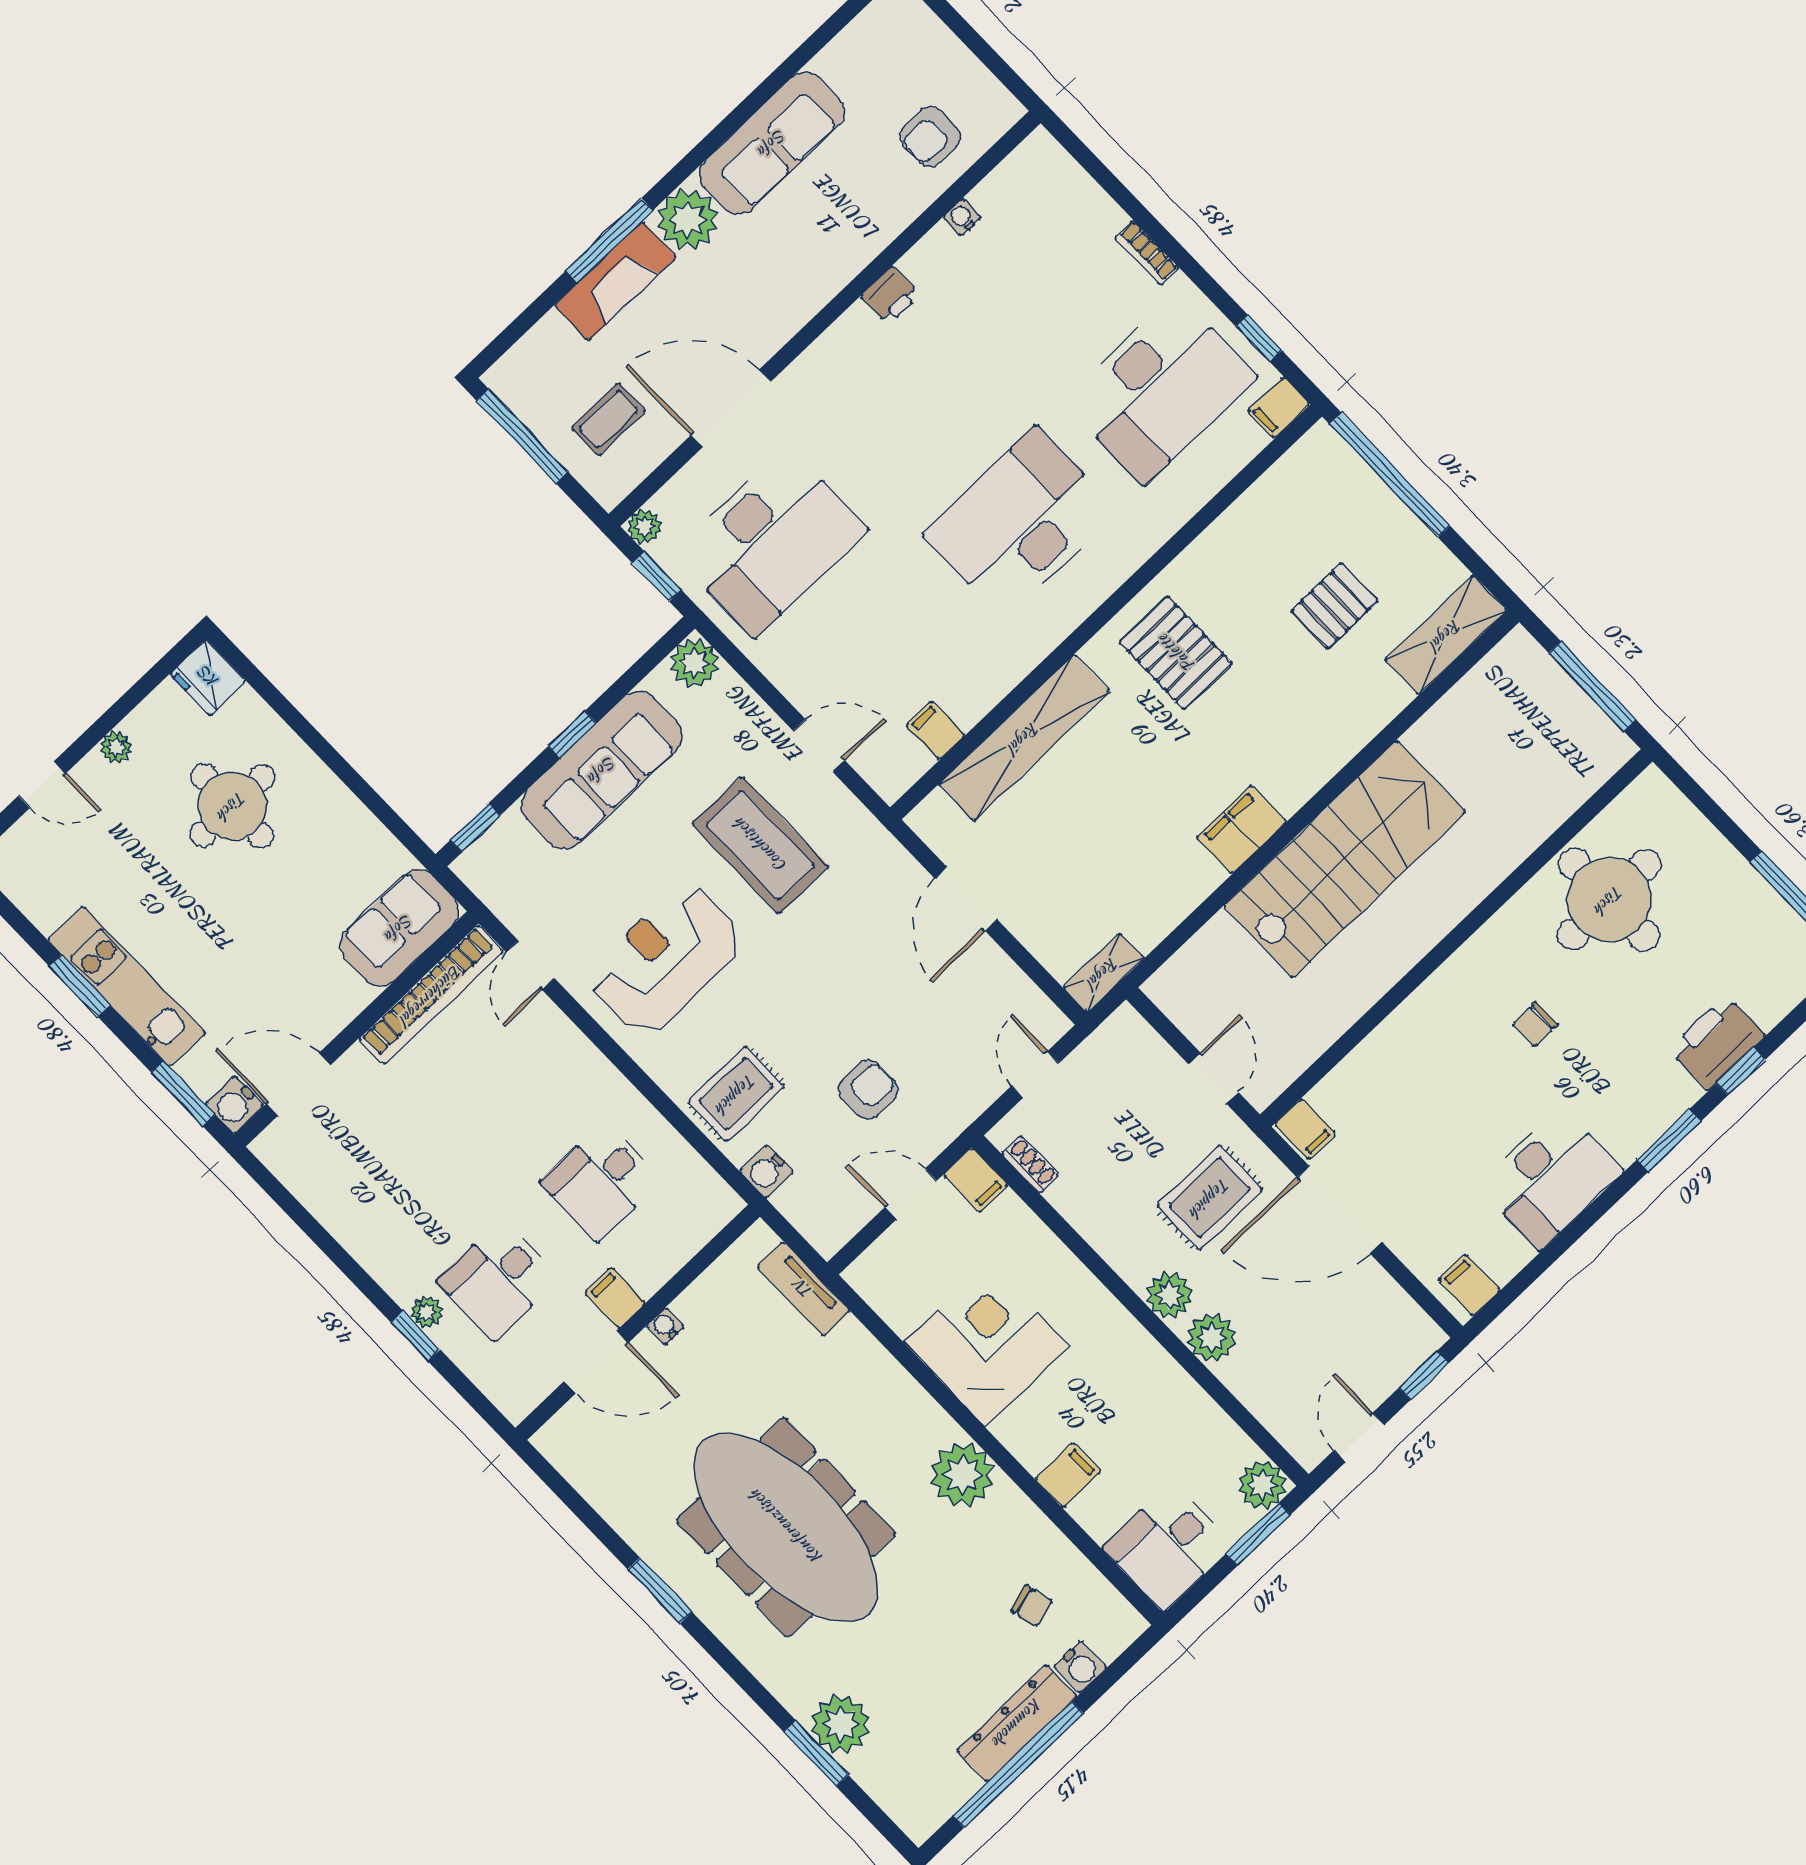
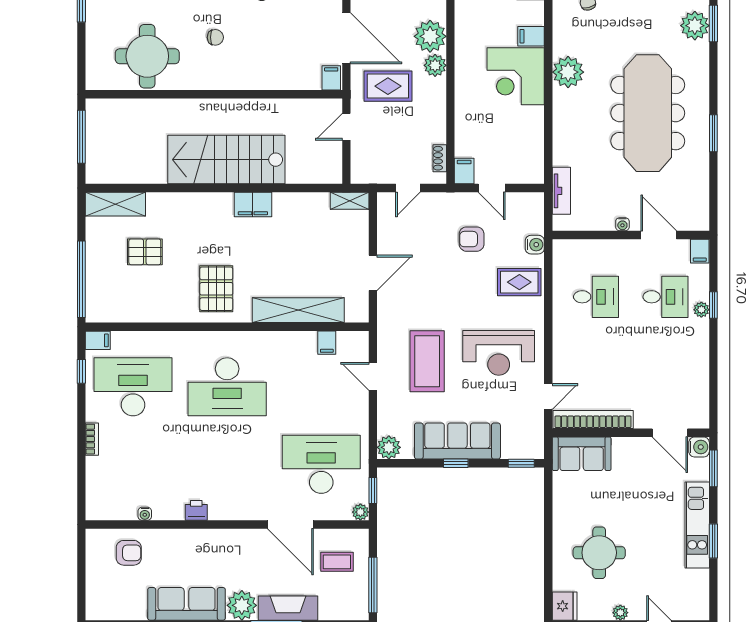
filing cabinet: (615, 1298) -> (700, 251), moved
plant: (1212, 1338) -> (430, 36), width x1.36, depth x1.36
corner desk: (987, 1344) -> (516, 76), moved

